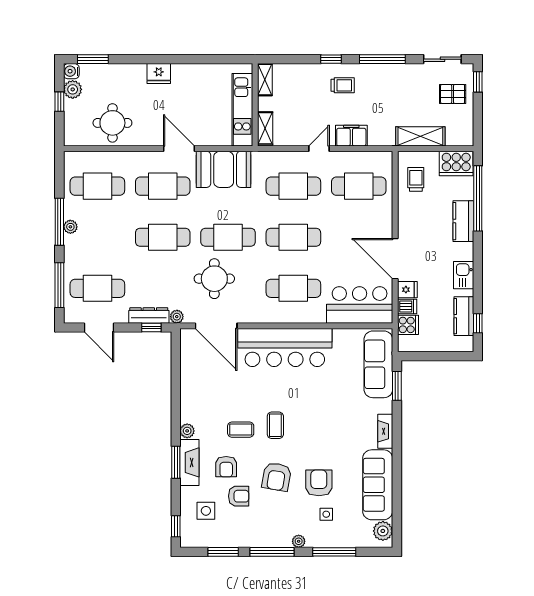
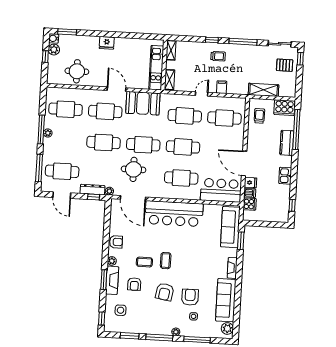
filing cabinet: (351, 136) -> (222, 87), width x0.50
kitchen counter: (464, 316) -> (284, 201), removed
armchair: (239, 496) -> (116, 242), moved

